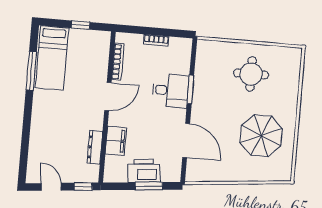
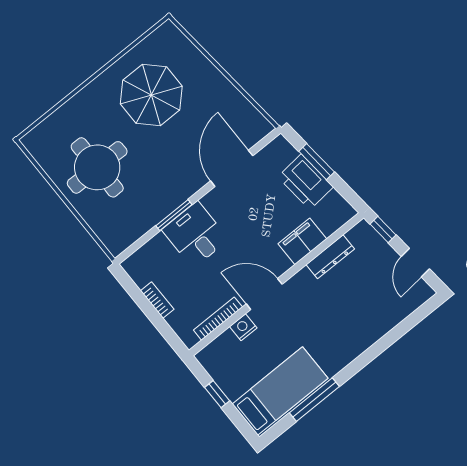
nightstand: (101, 70) -> (243, 327), added
round table: (251, 74) -> (97, 167), width x1.36, depth x1.36

